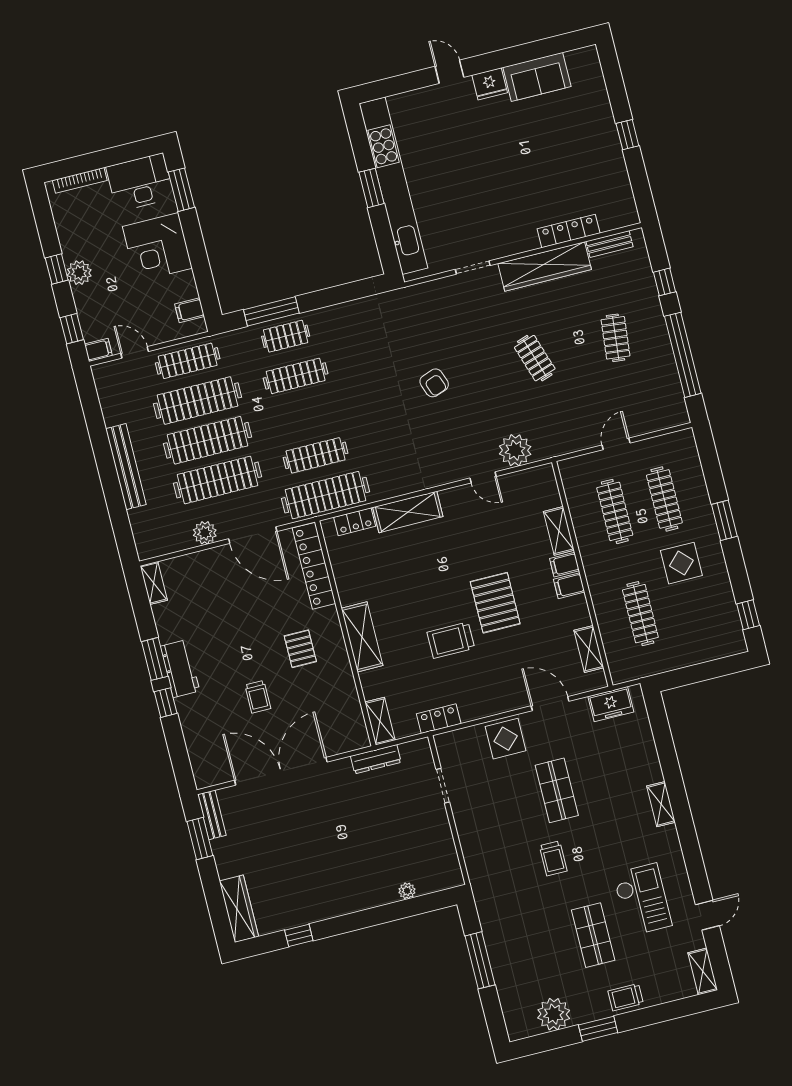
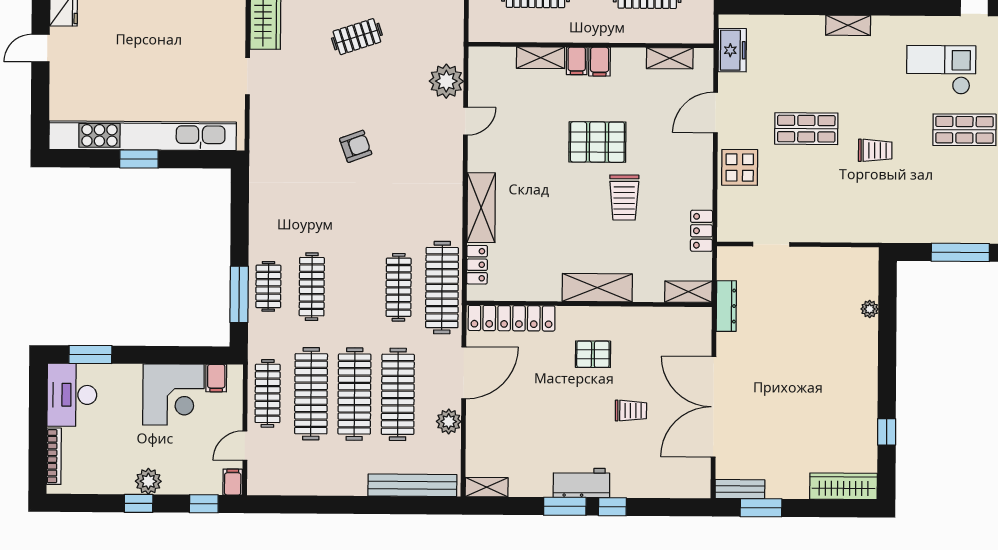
corner desk: (157, 247) -> (173, 395), moved
bench: (126, 467) -> (412, 485), moved

